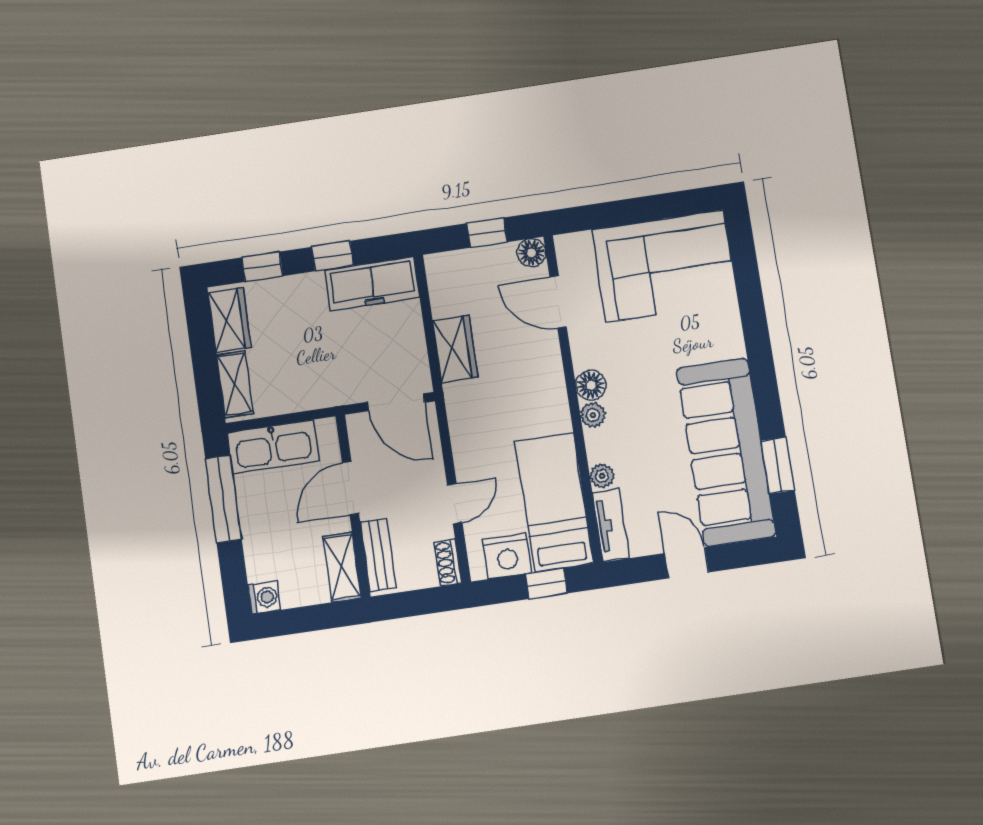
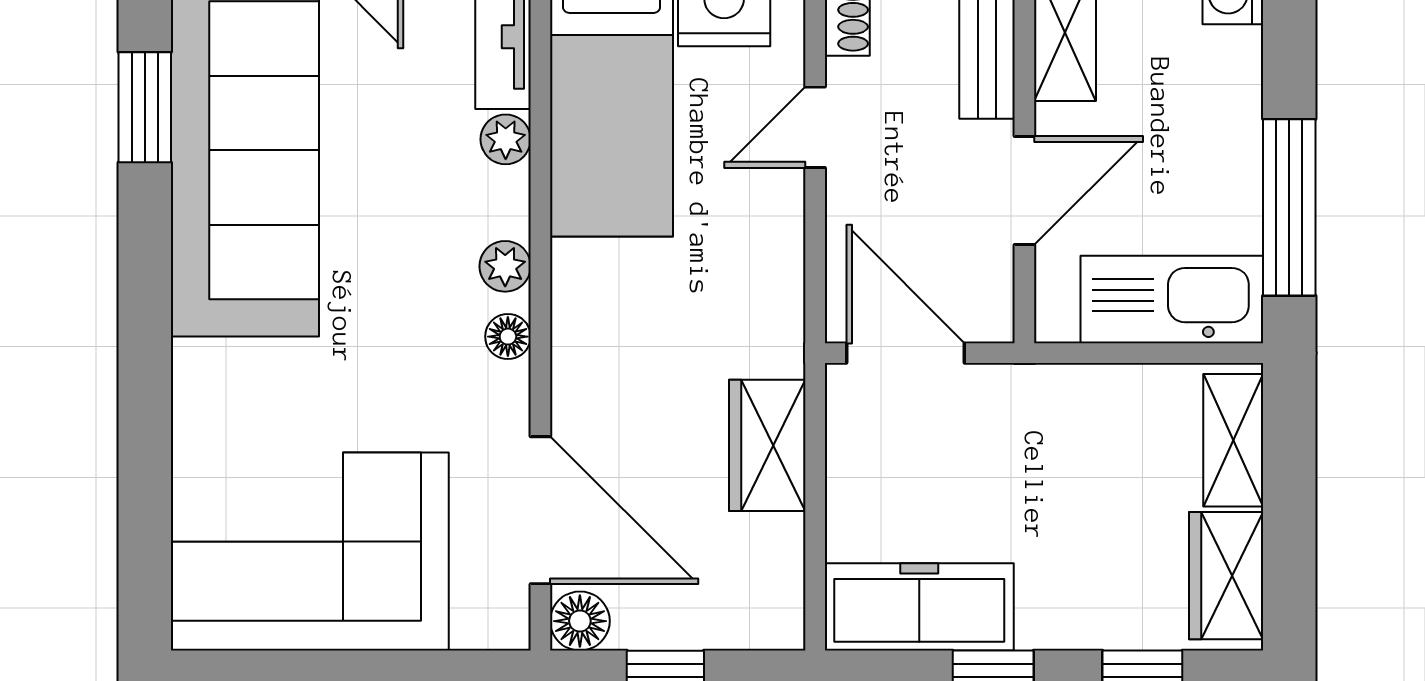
door: (558, 302) -> (540, 510), width x1.36
floor lamp: (591, 385) -> (508, 337), width x0.73, depth x0.73

